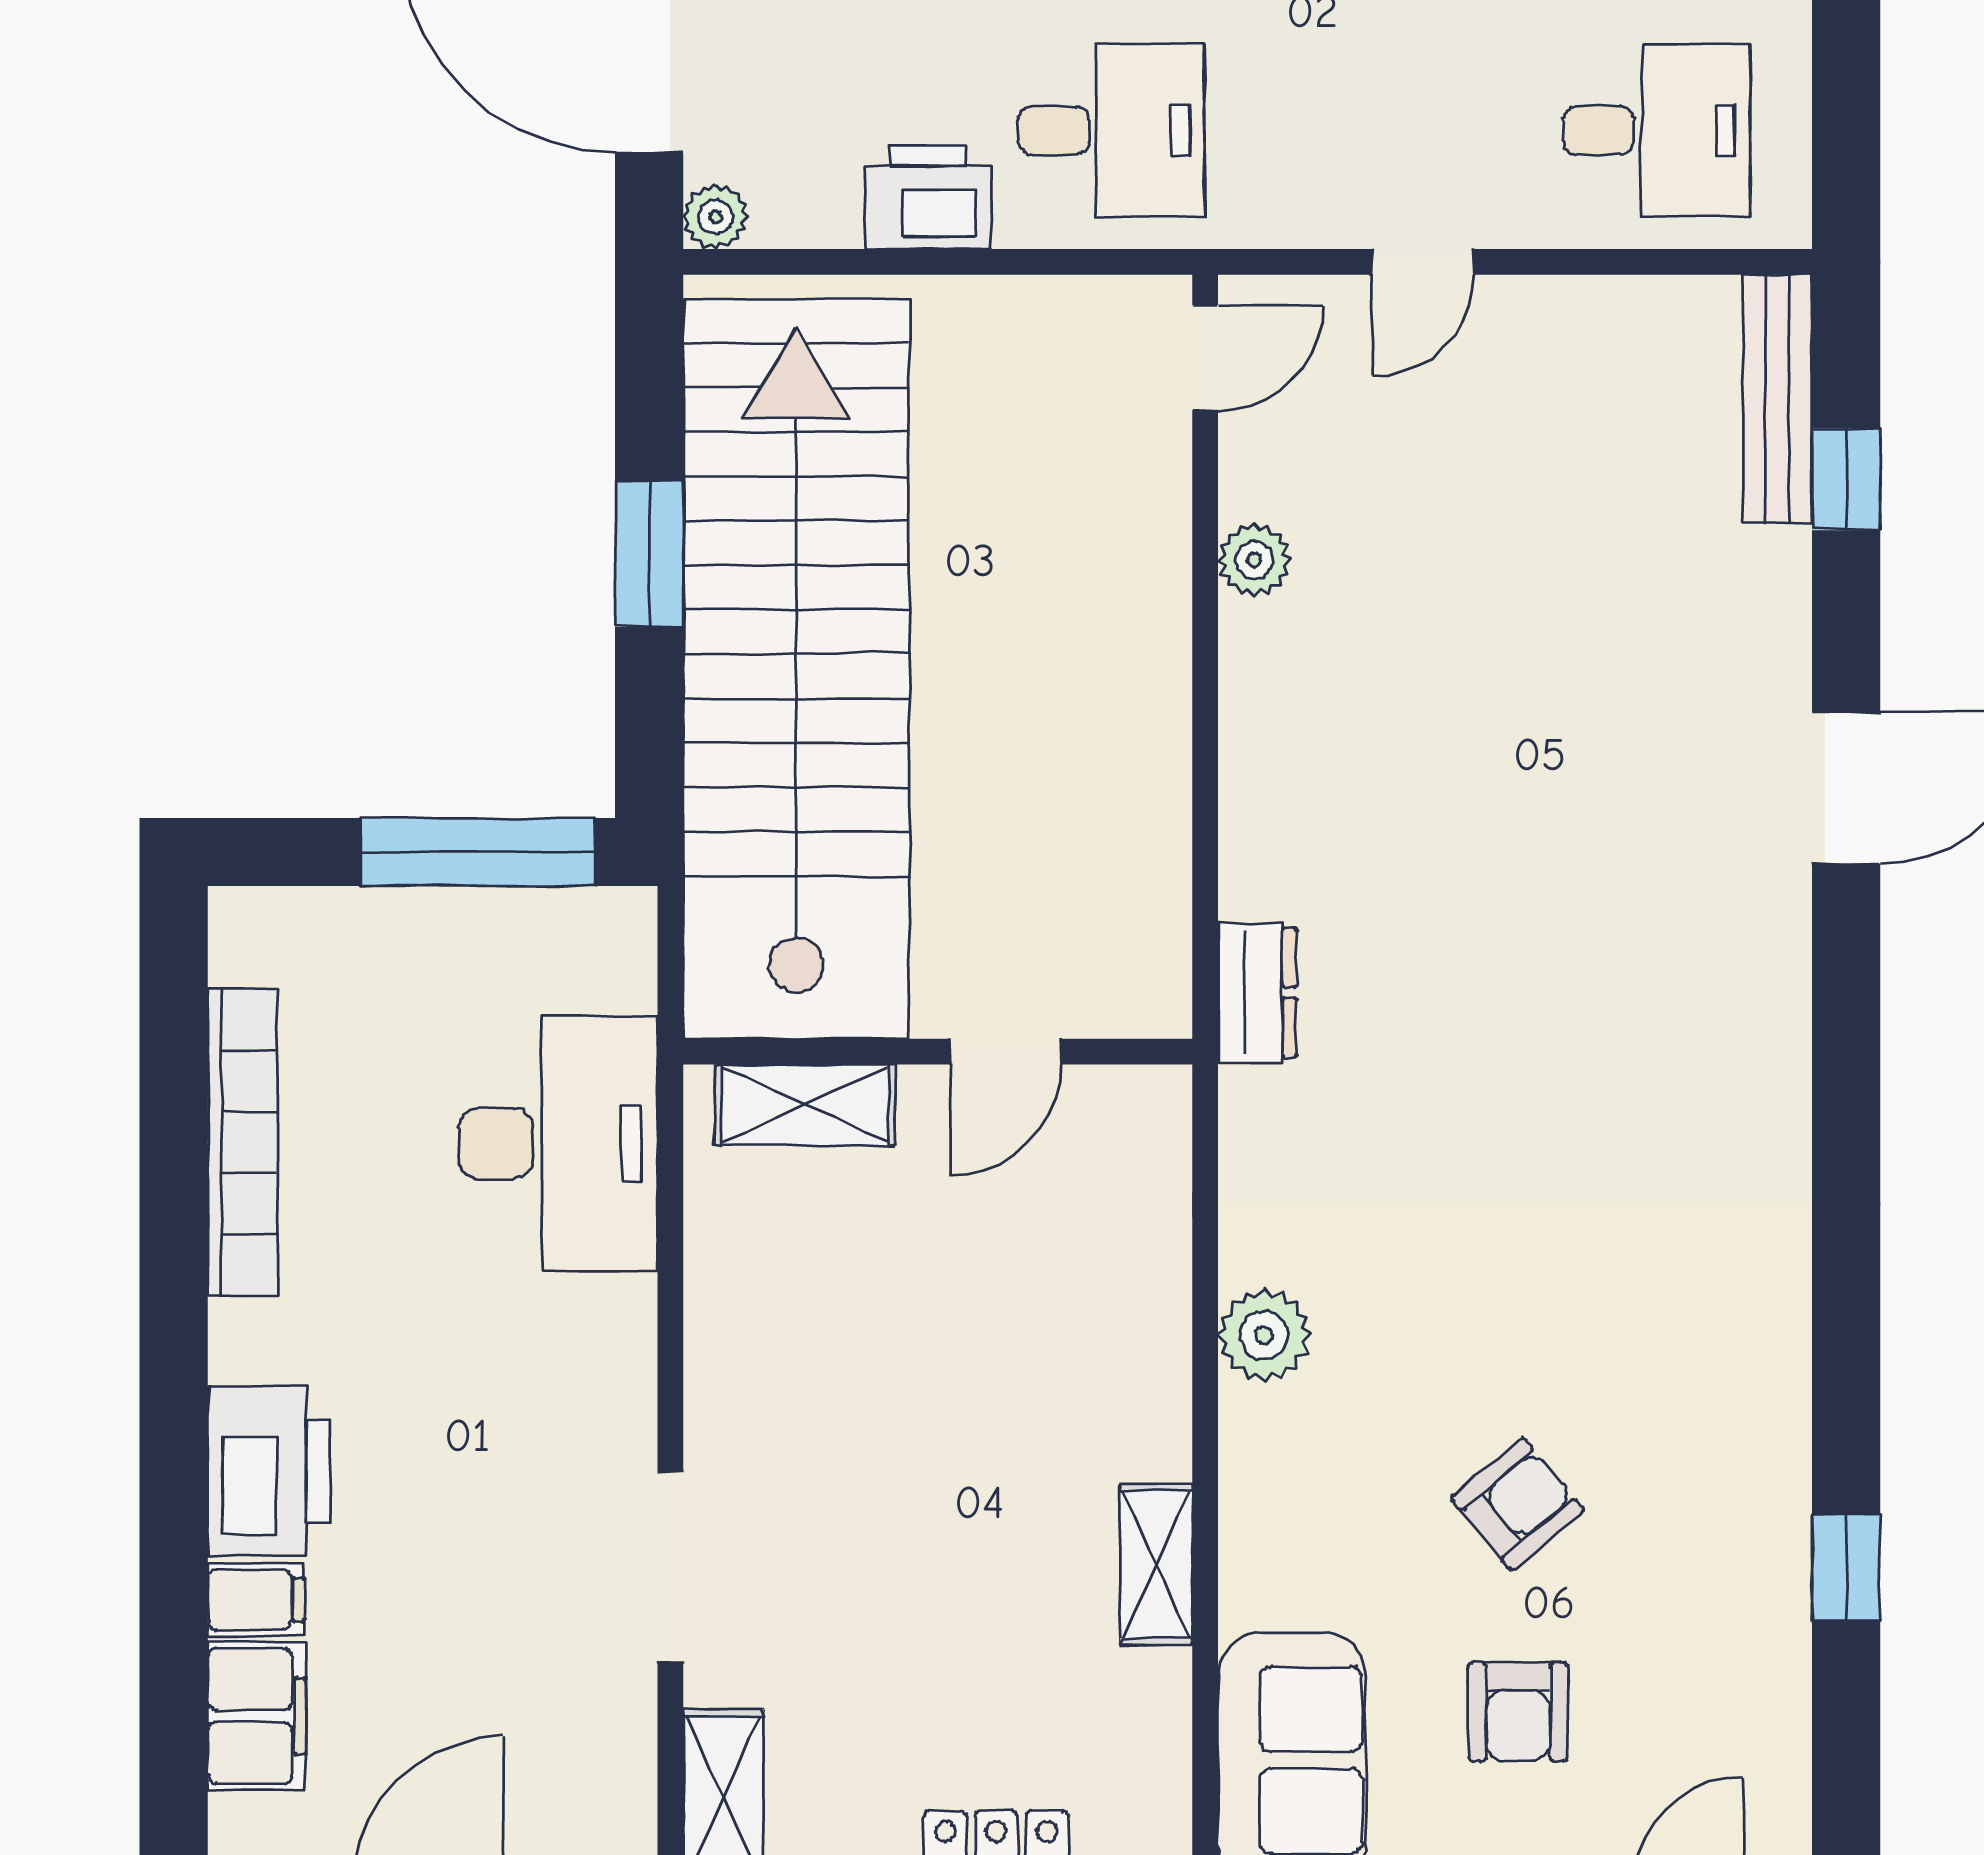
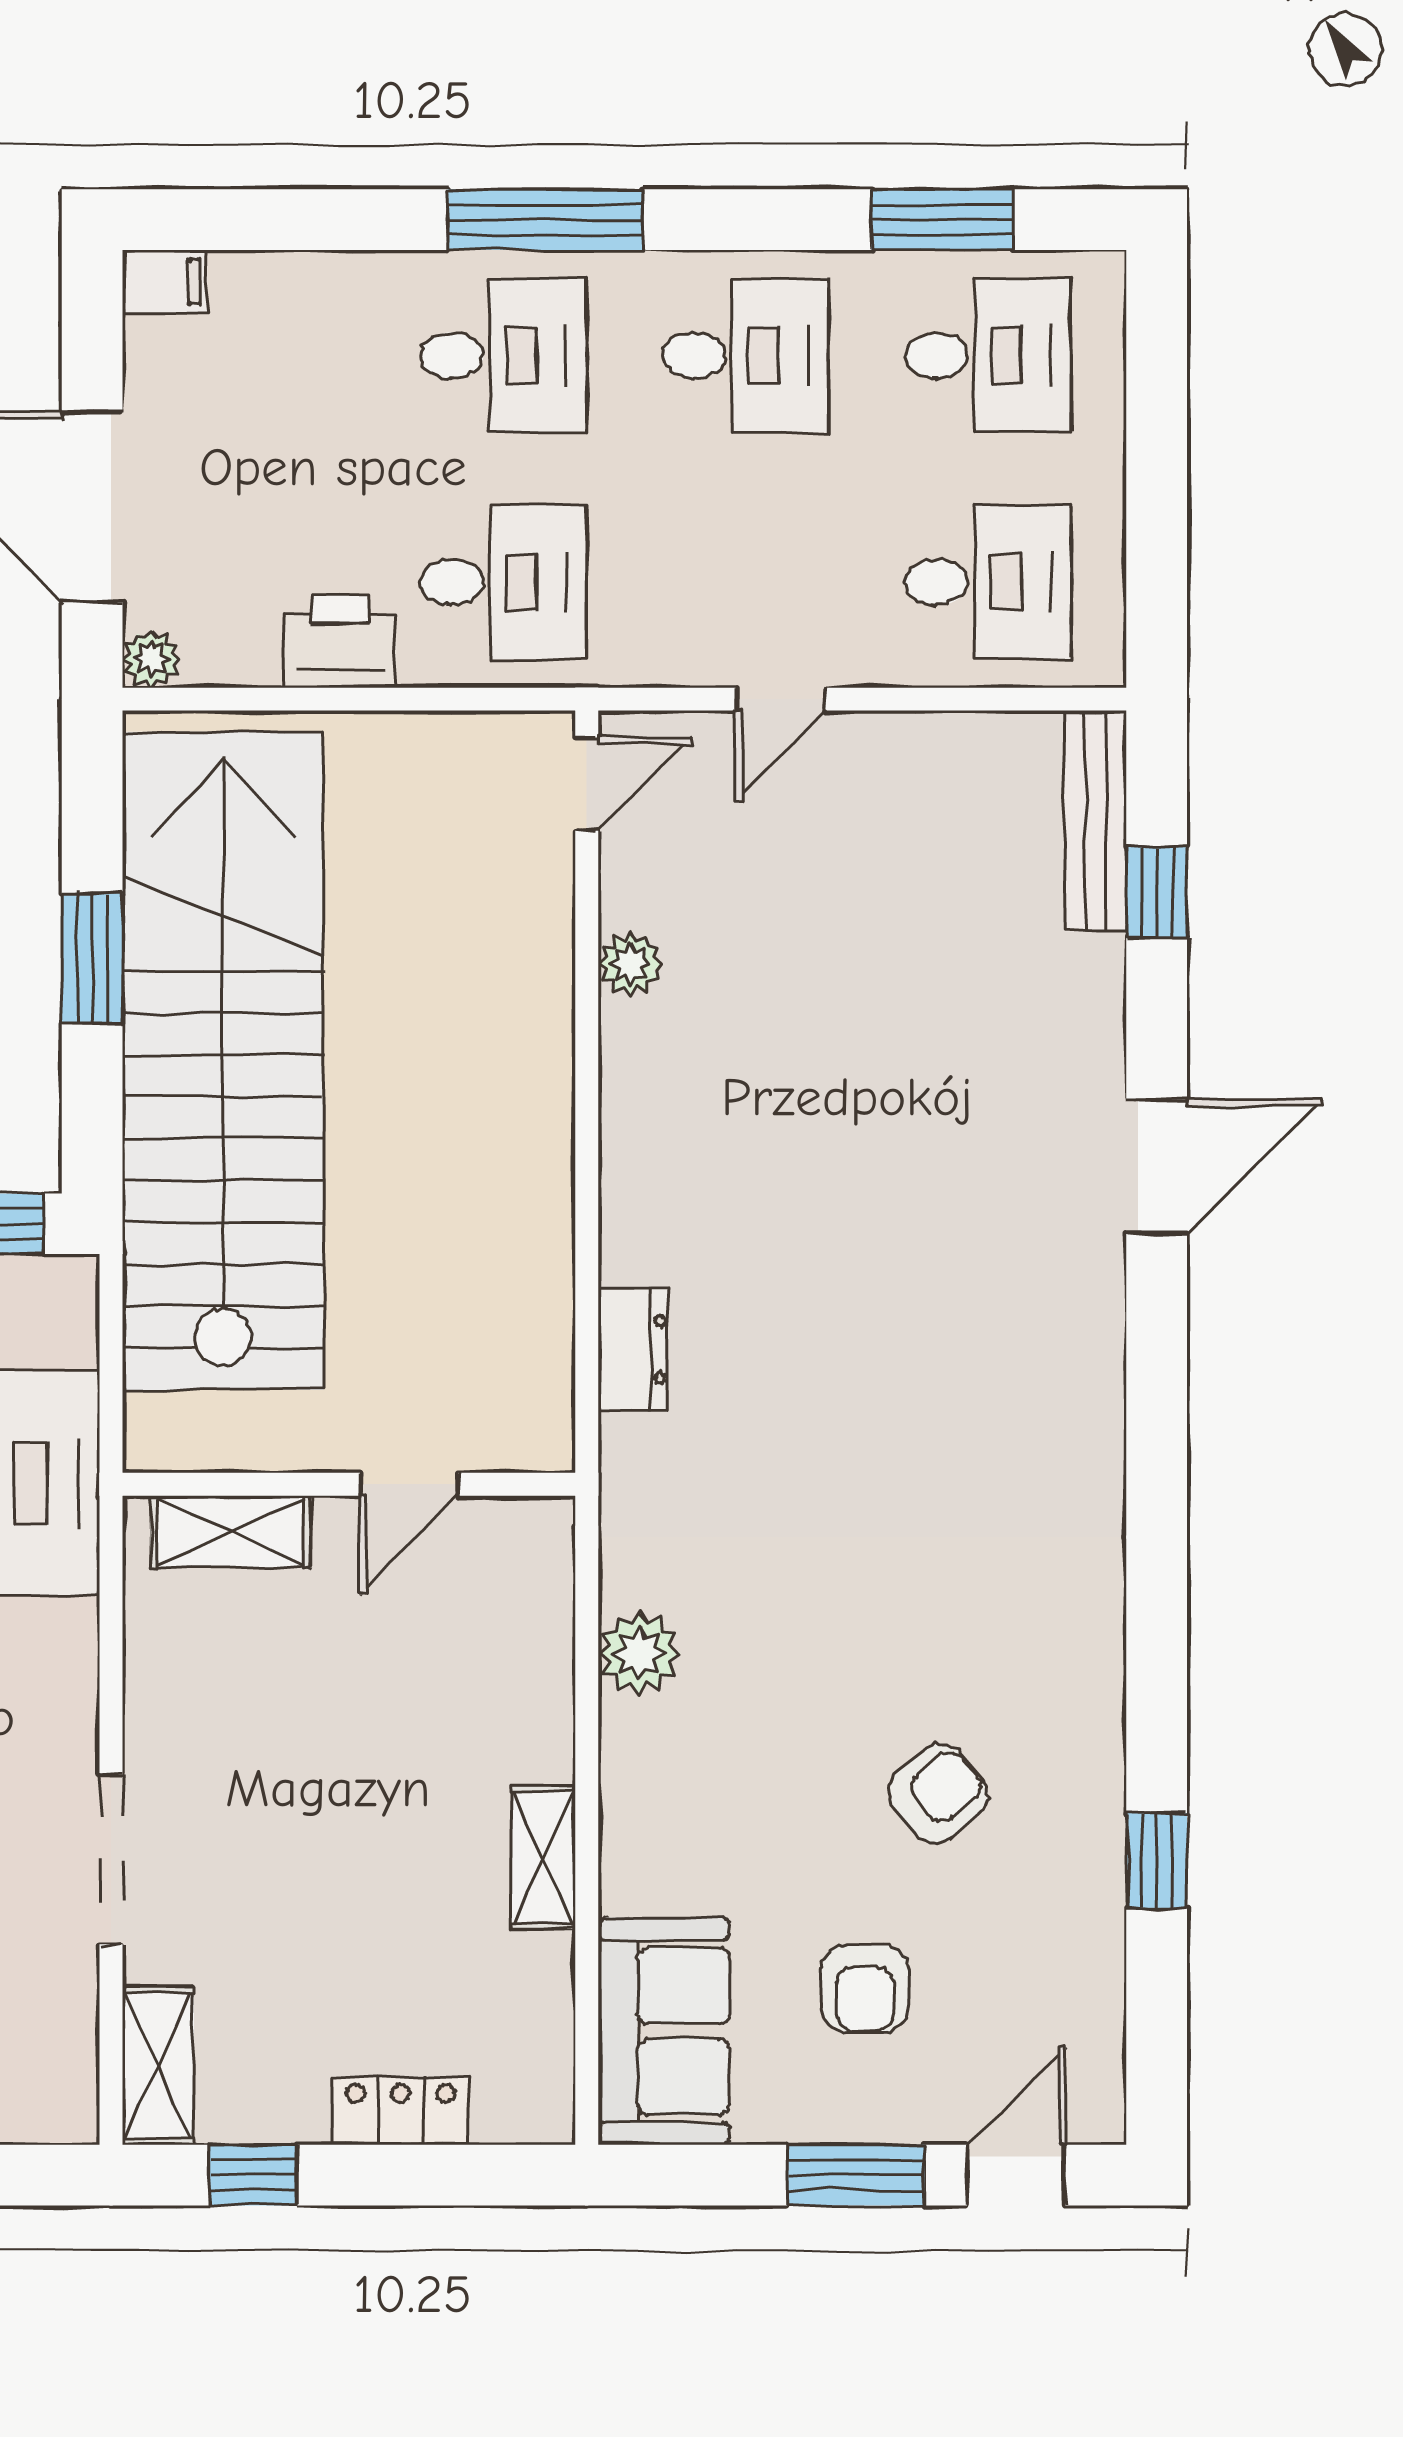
wall: (938, 1052) -> (349, 1484), moved
door: (1005, 1052) -> (409, 1484), moved
shelving: (805, 1105) -> (231, 1532), moved
armchair: (1518, 1504) -> (938, 1793), moved

